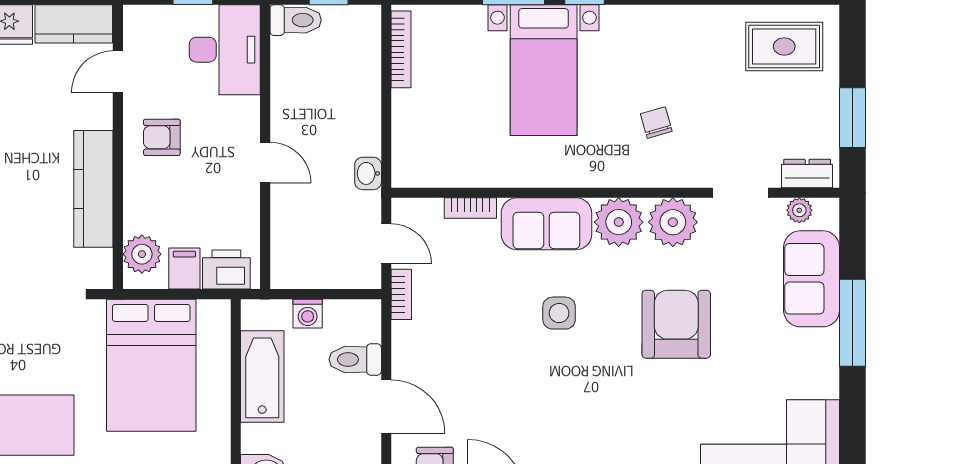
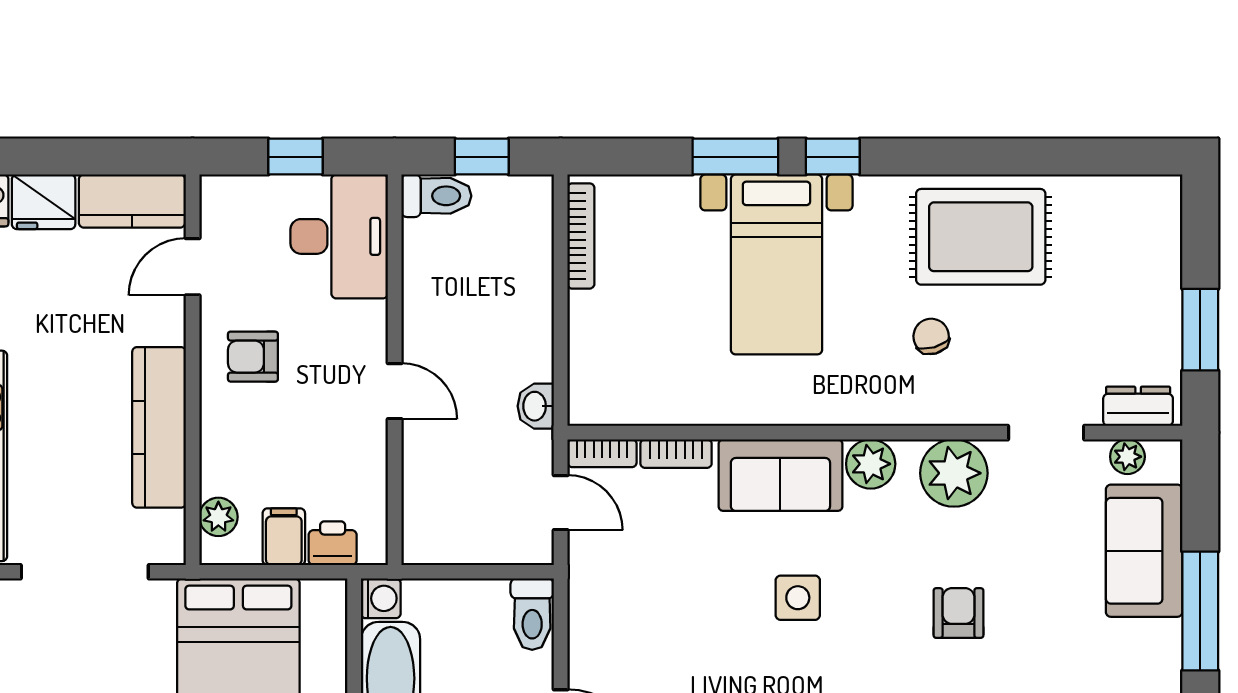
rug: (784, 47) -> (981, 237), moved, width x1.36, depth x1.43
plant: (619, 222) -> (871, 464), width x0.73, depth x0.73
plant: (142, 254) -> (218, 517), width x0.73, depth x0.73
printer: (226, 270) -> (333, 543), width x0.73, depth x0.81
bookcase: (401, 294) -> (602, 453), moved, turned 90
washing machine: (308, 314) -> (381, 598), moved, turned -90
armchair: (676, 324) -> (958, 613), width x0.53, depth x0.53
toilet: (355, 359) -> (532, 614), moved, turned -90

